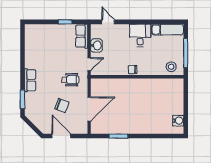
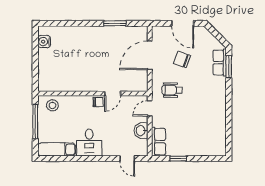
door: (120, 77) -> (113, 93), added
row of seats: (30, 80) -> (220, 63), moved

